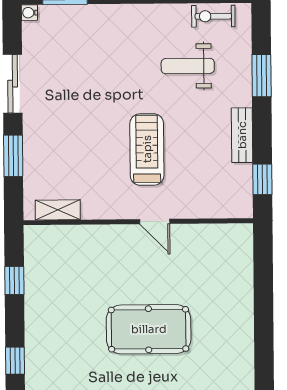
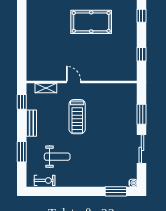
shelving: (58, 210) -> (46, 88), moved
pool table: (149, 329) -> (91, 22), moved

